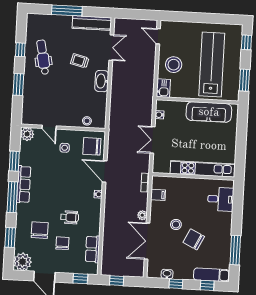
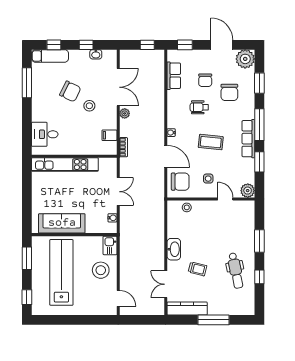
lab bench: (212, 65) -> (61, 272), turned 180
coffee table: (60, 183) -> (211, 142), added

